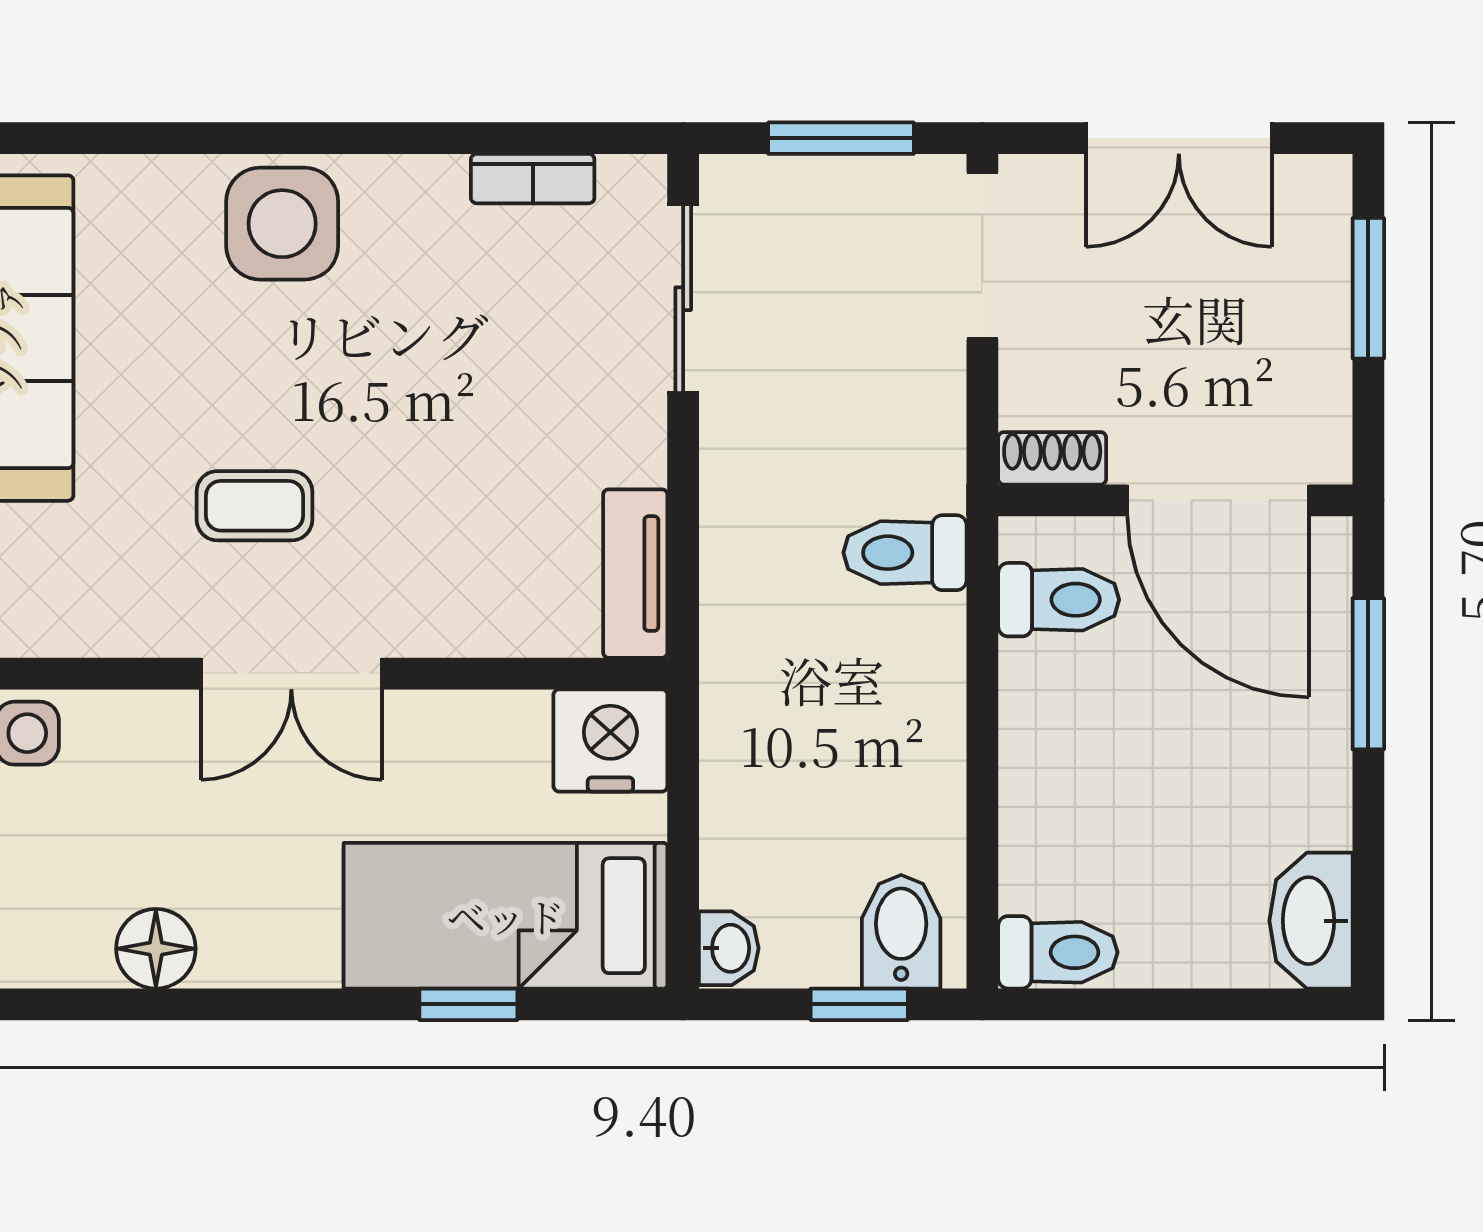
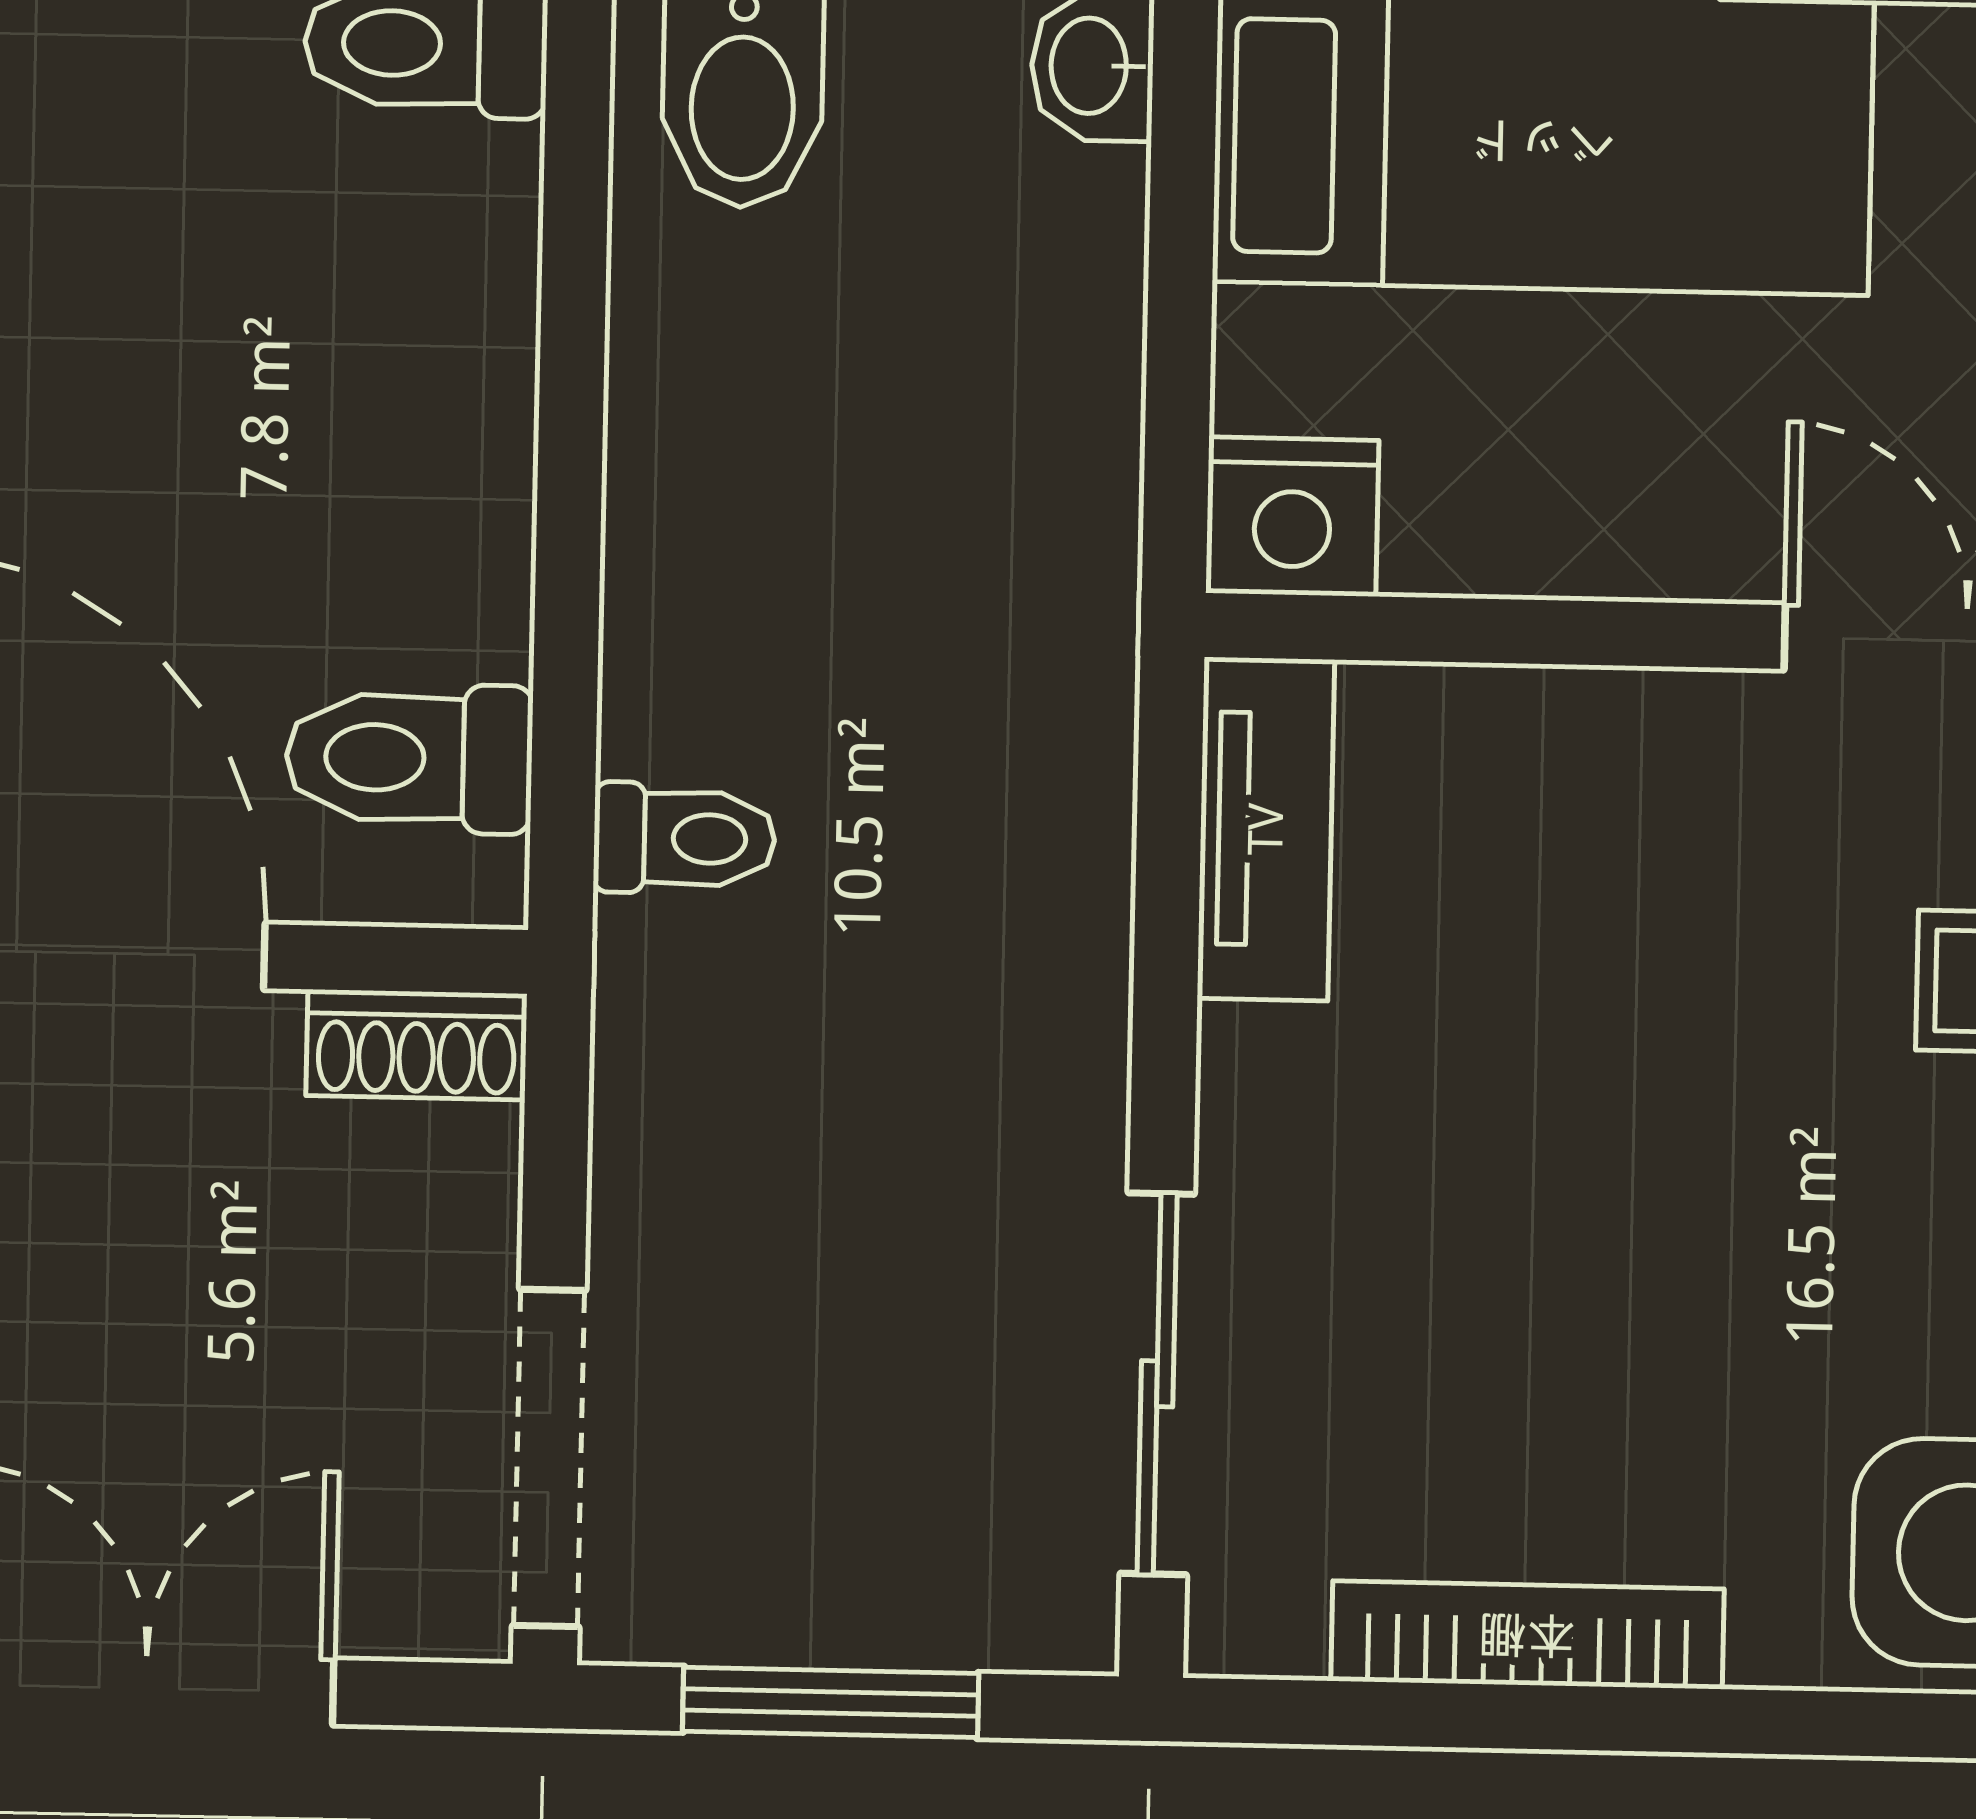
bookcase: (533, 179) -> (1527, 1635), width x1.56
toilet: (905, 553) -> (684, 838), width x0.73, depth x0.72
nightstand: (610, 740) -> (1292, 517), width x0.74, depth x0.75

